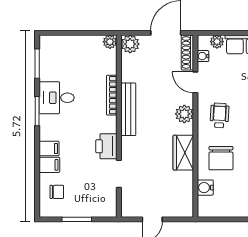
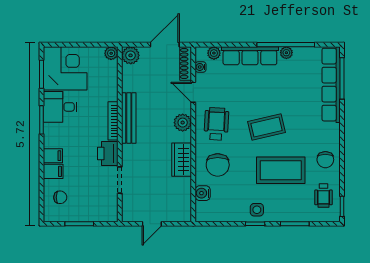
corner desk: (62, 58) -> (65, 68), added
bookcase: (112, 95) -> (113, 121), moved
wheelchair: (220, 115) -> (216, 124), width x1.36, depth x1.37

